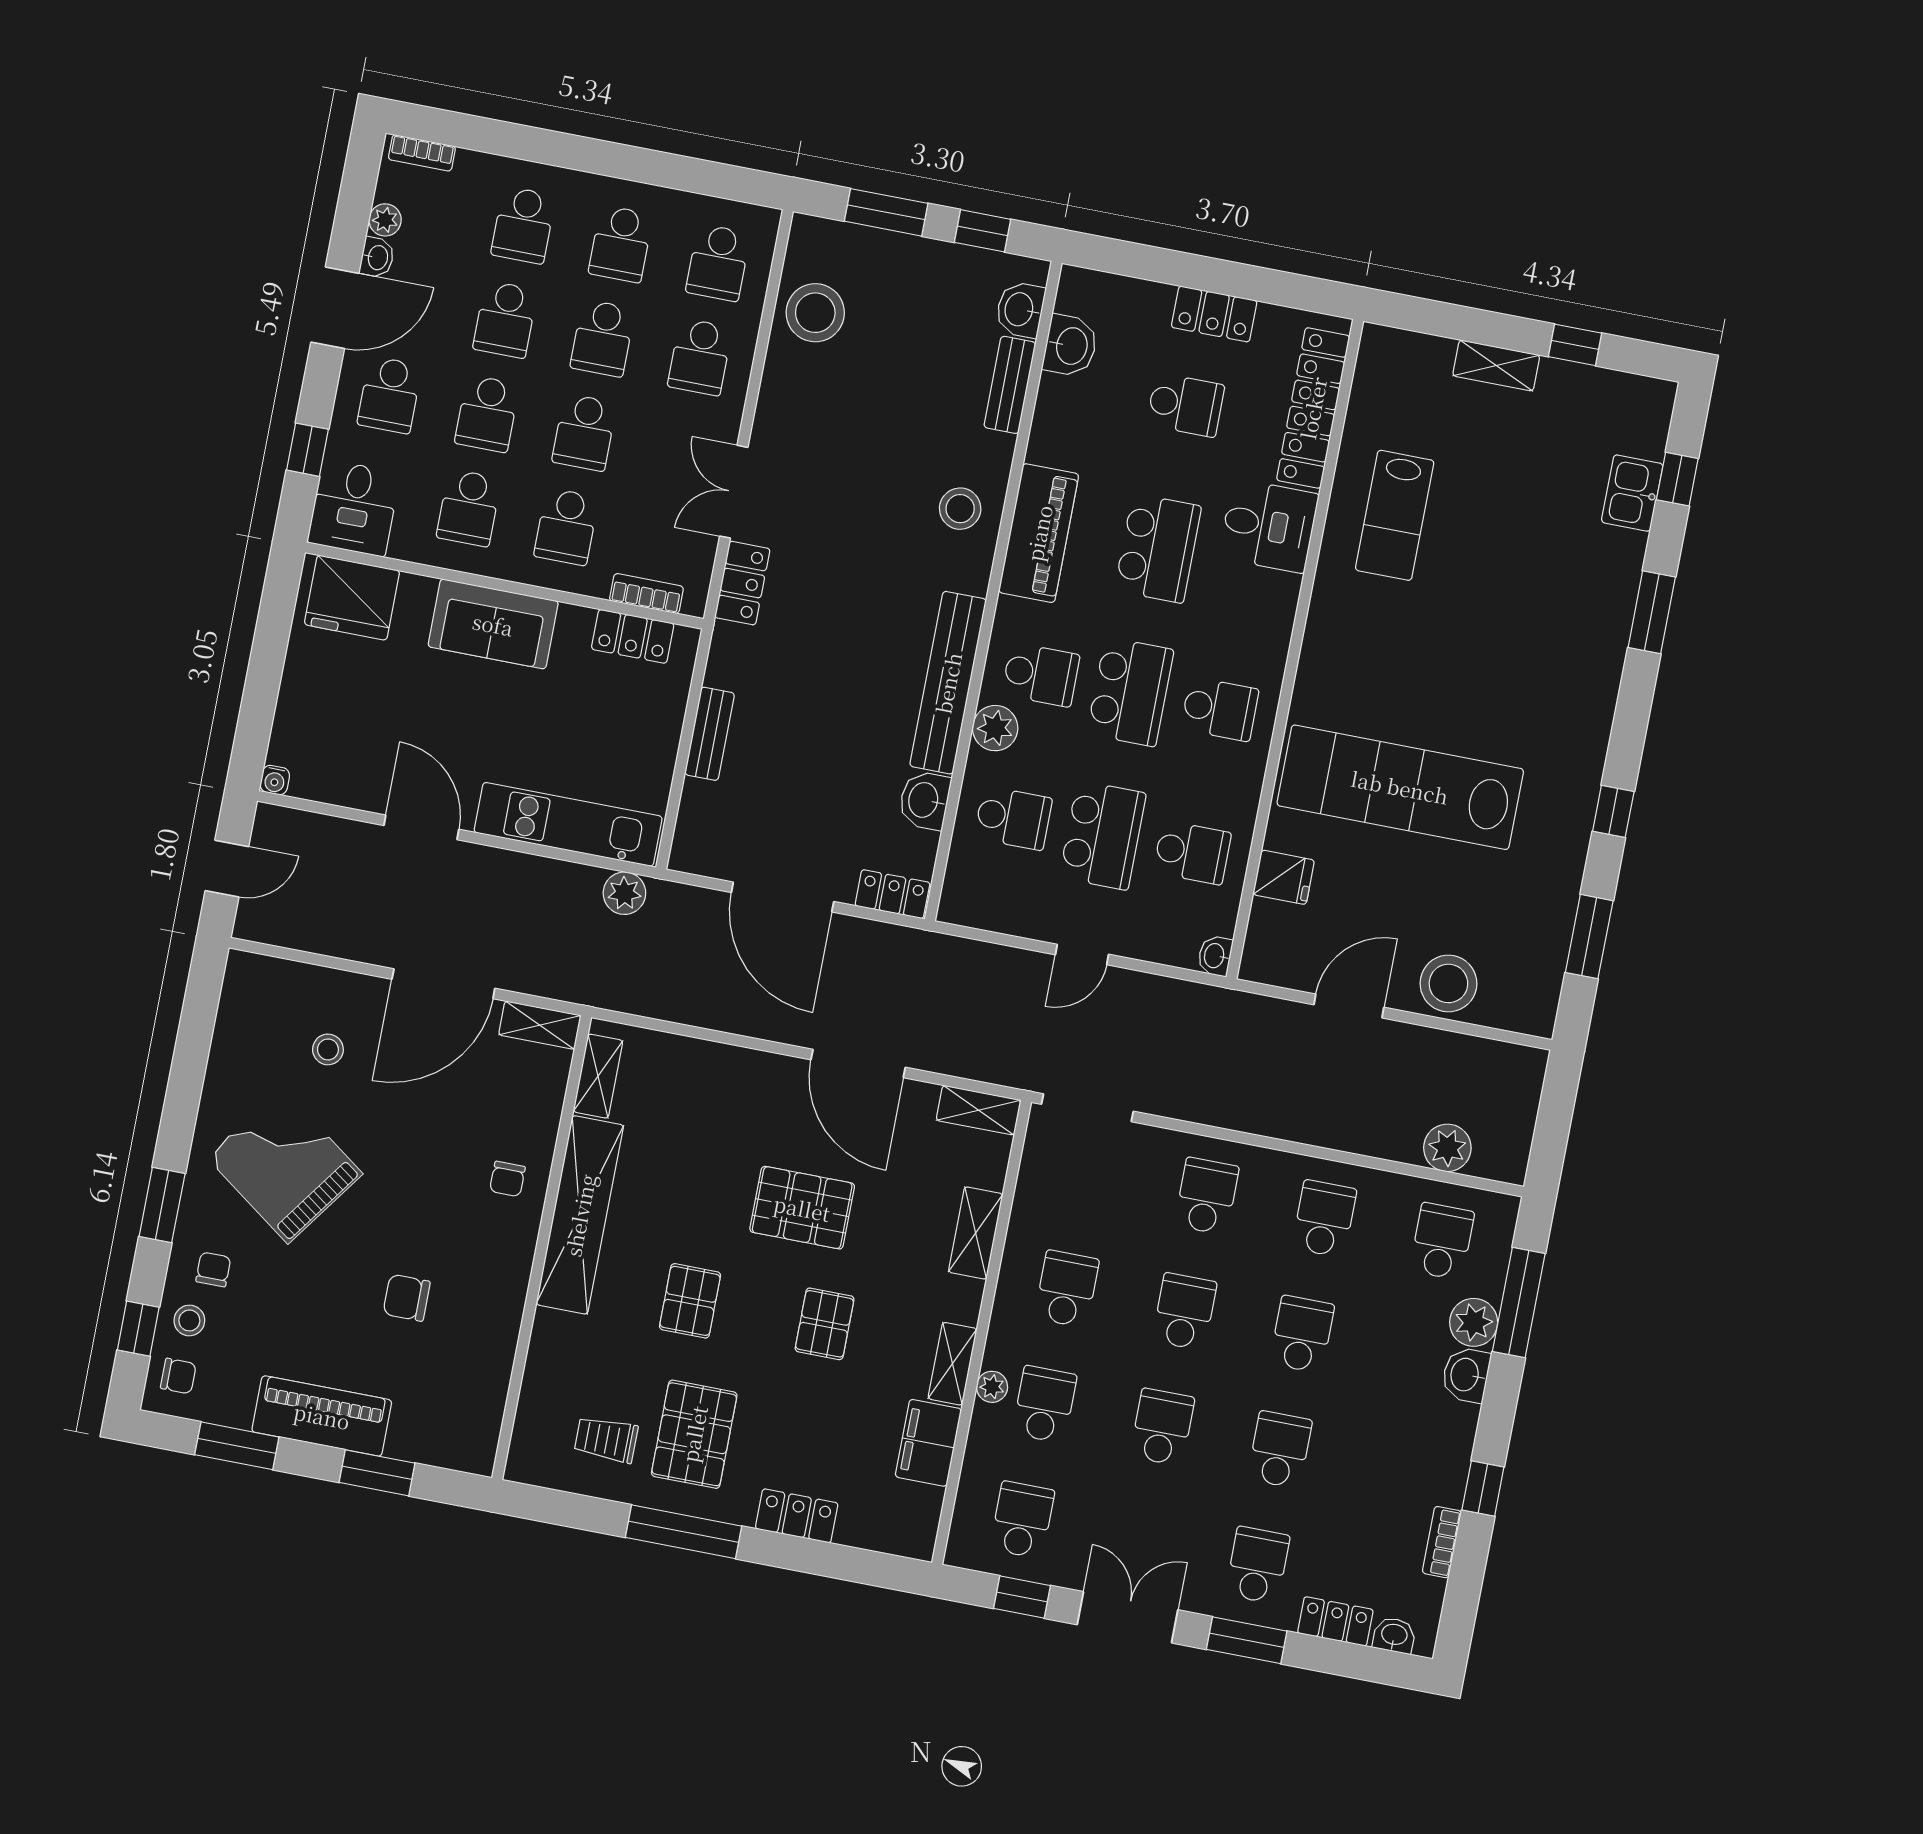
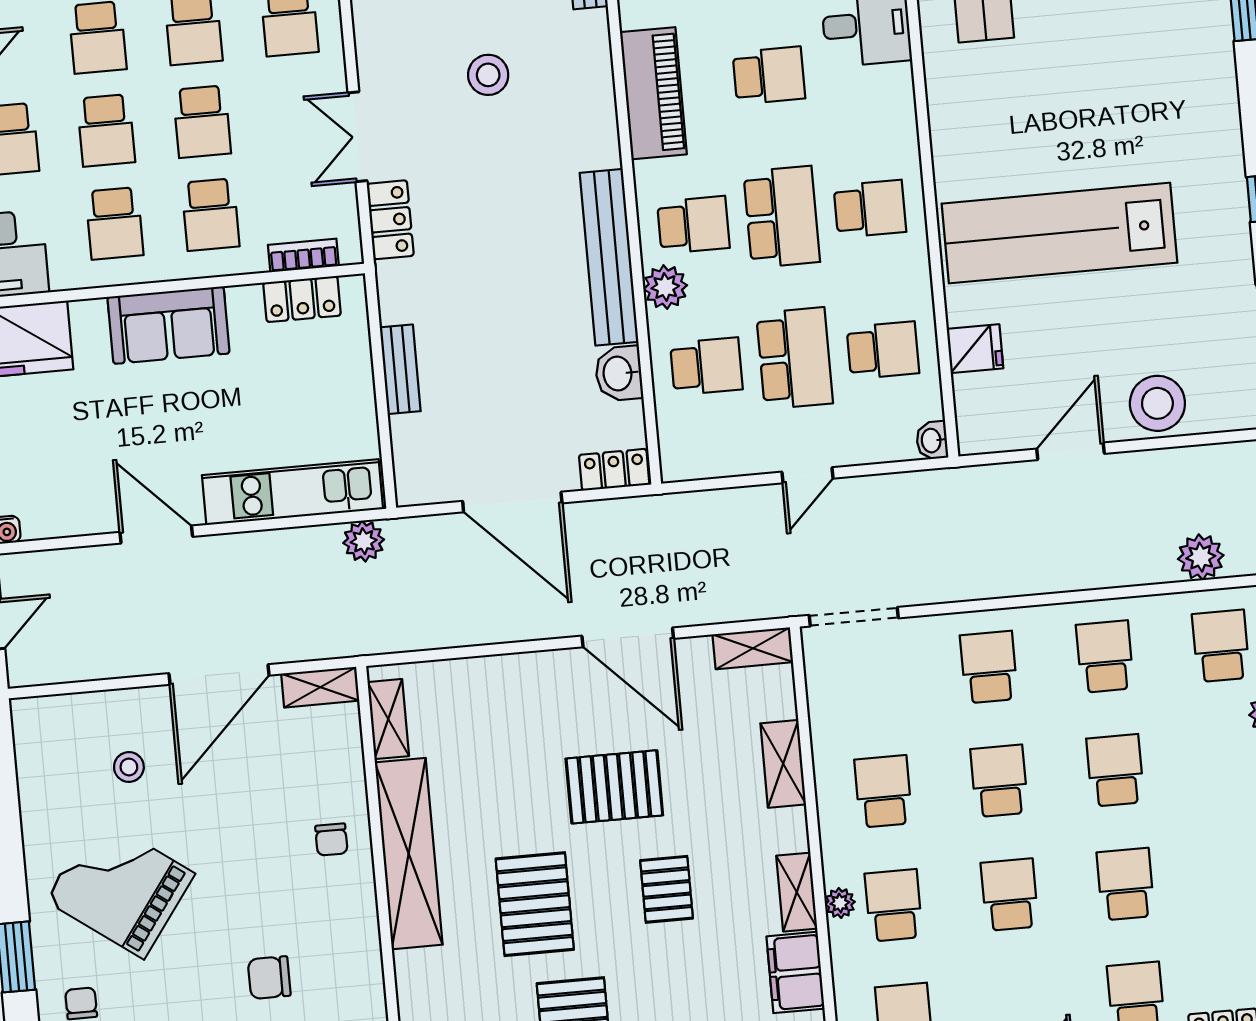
stool: (960, 509) -> (488, 75), moved
school desk: (1158, 548) -> (769, 75), width x0.54
pallet: (690, 1301) -> (535, 904), width x1.50, depth x1.42

